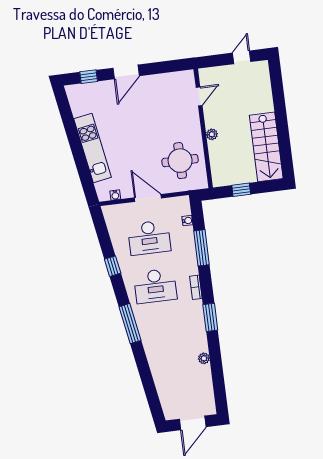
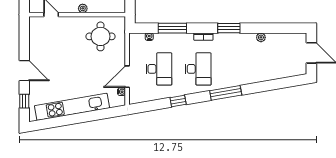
kitchen unit: (93, 148) -> (72, 107), width x1.36
door: (148, 198) -> (127, 77), moved

